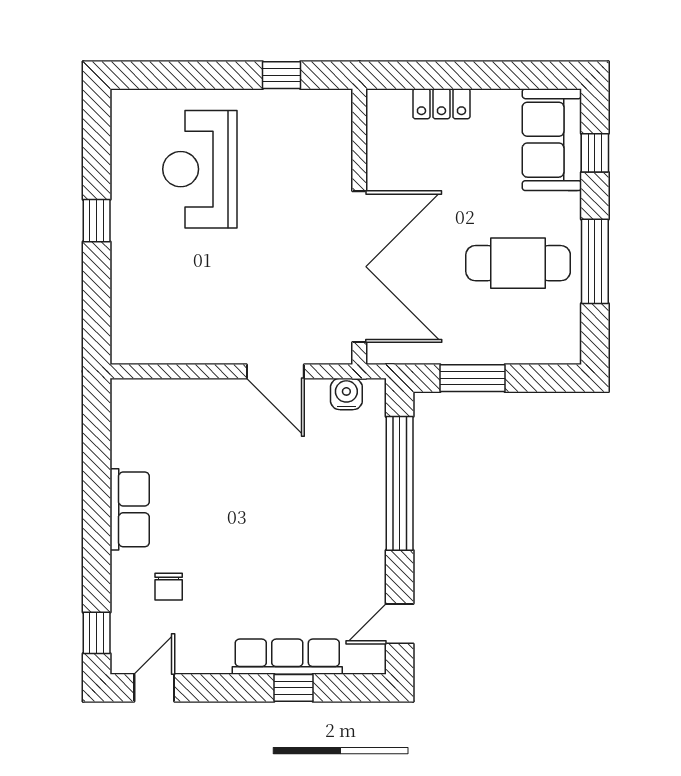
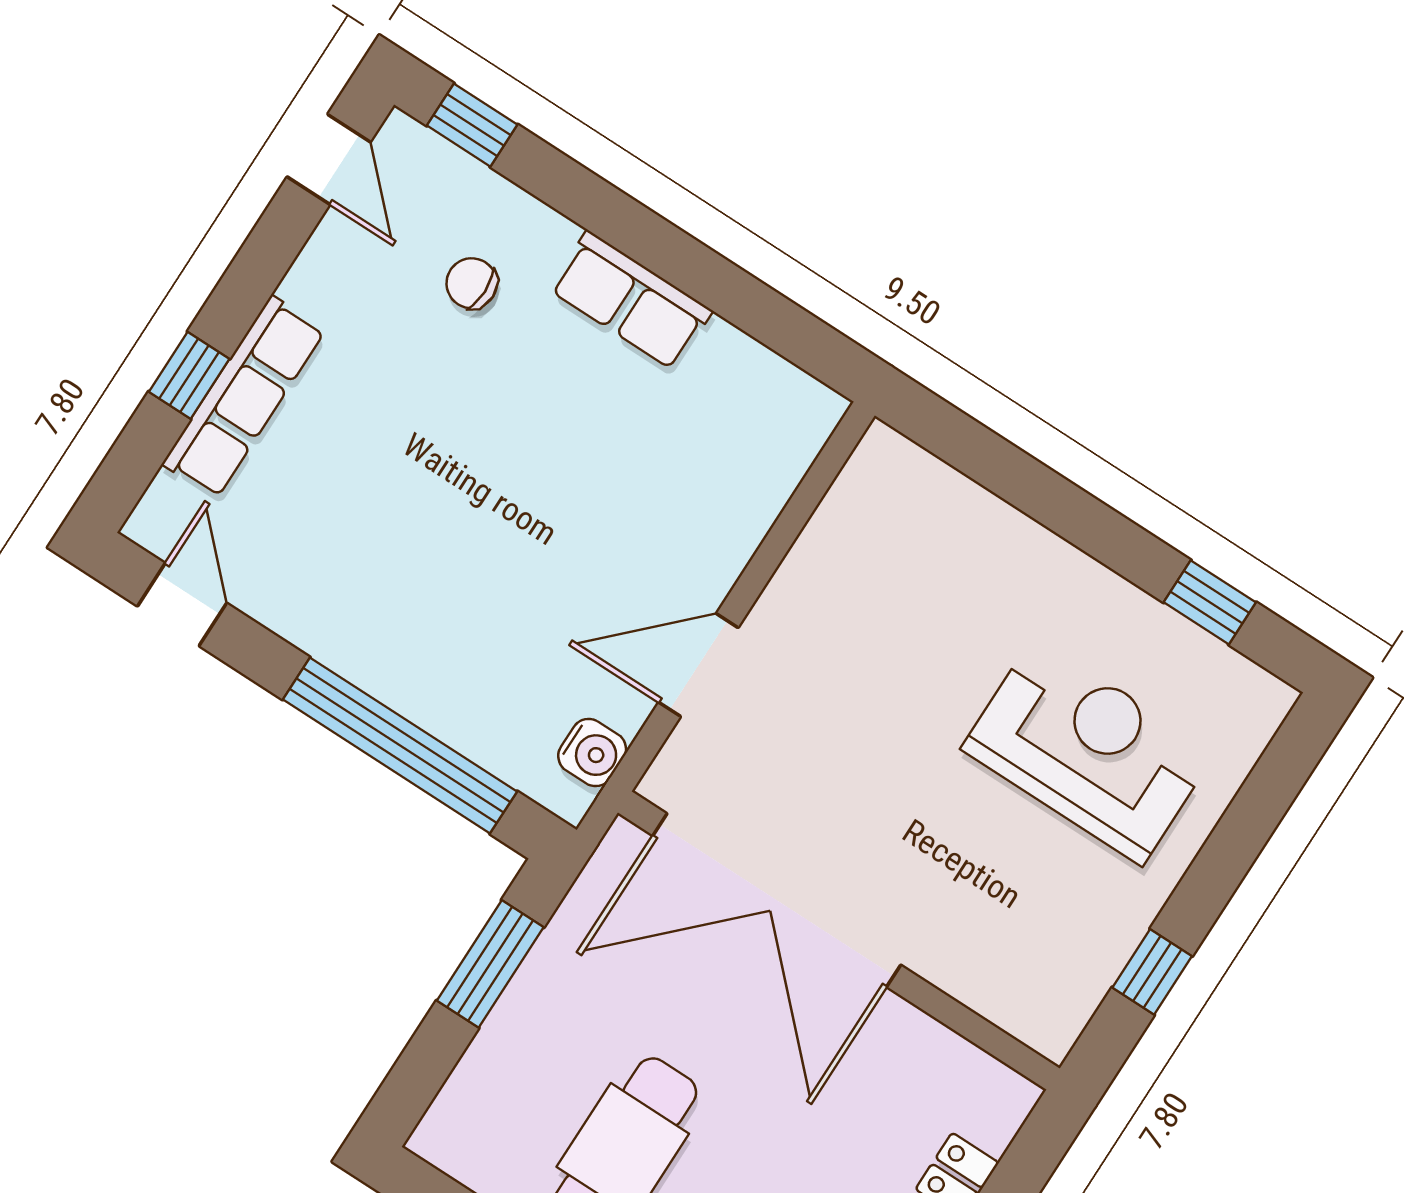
window: (97, 221) -> (1210, 602), moved

